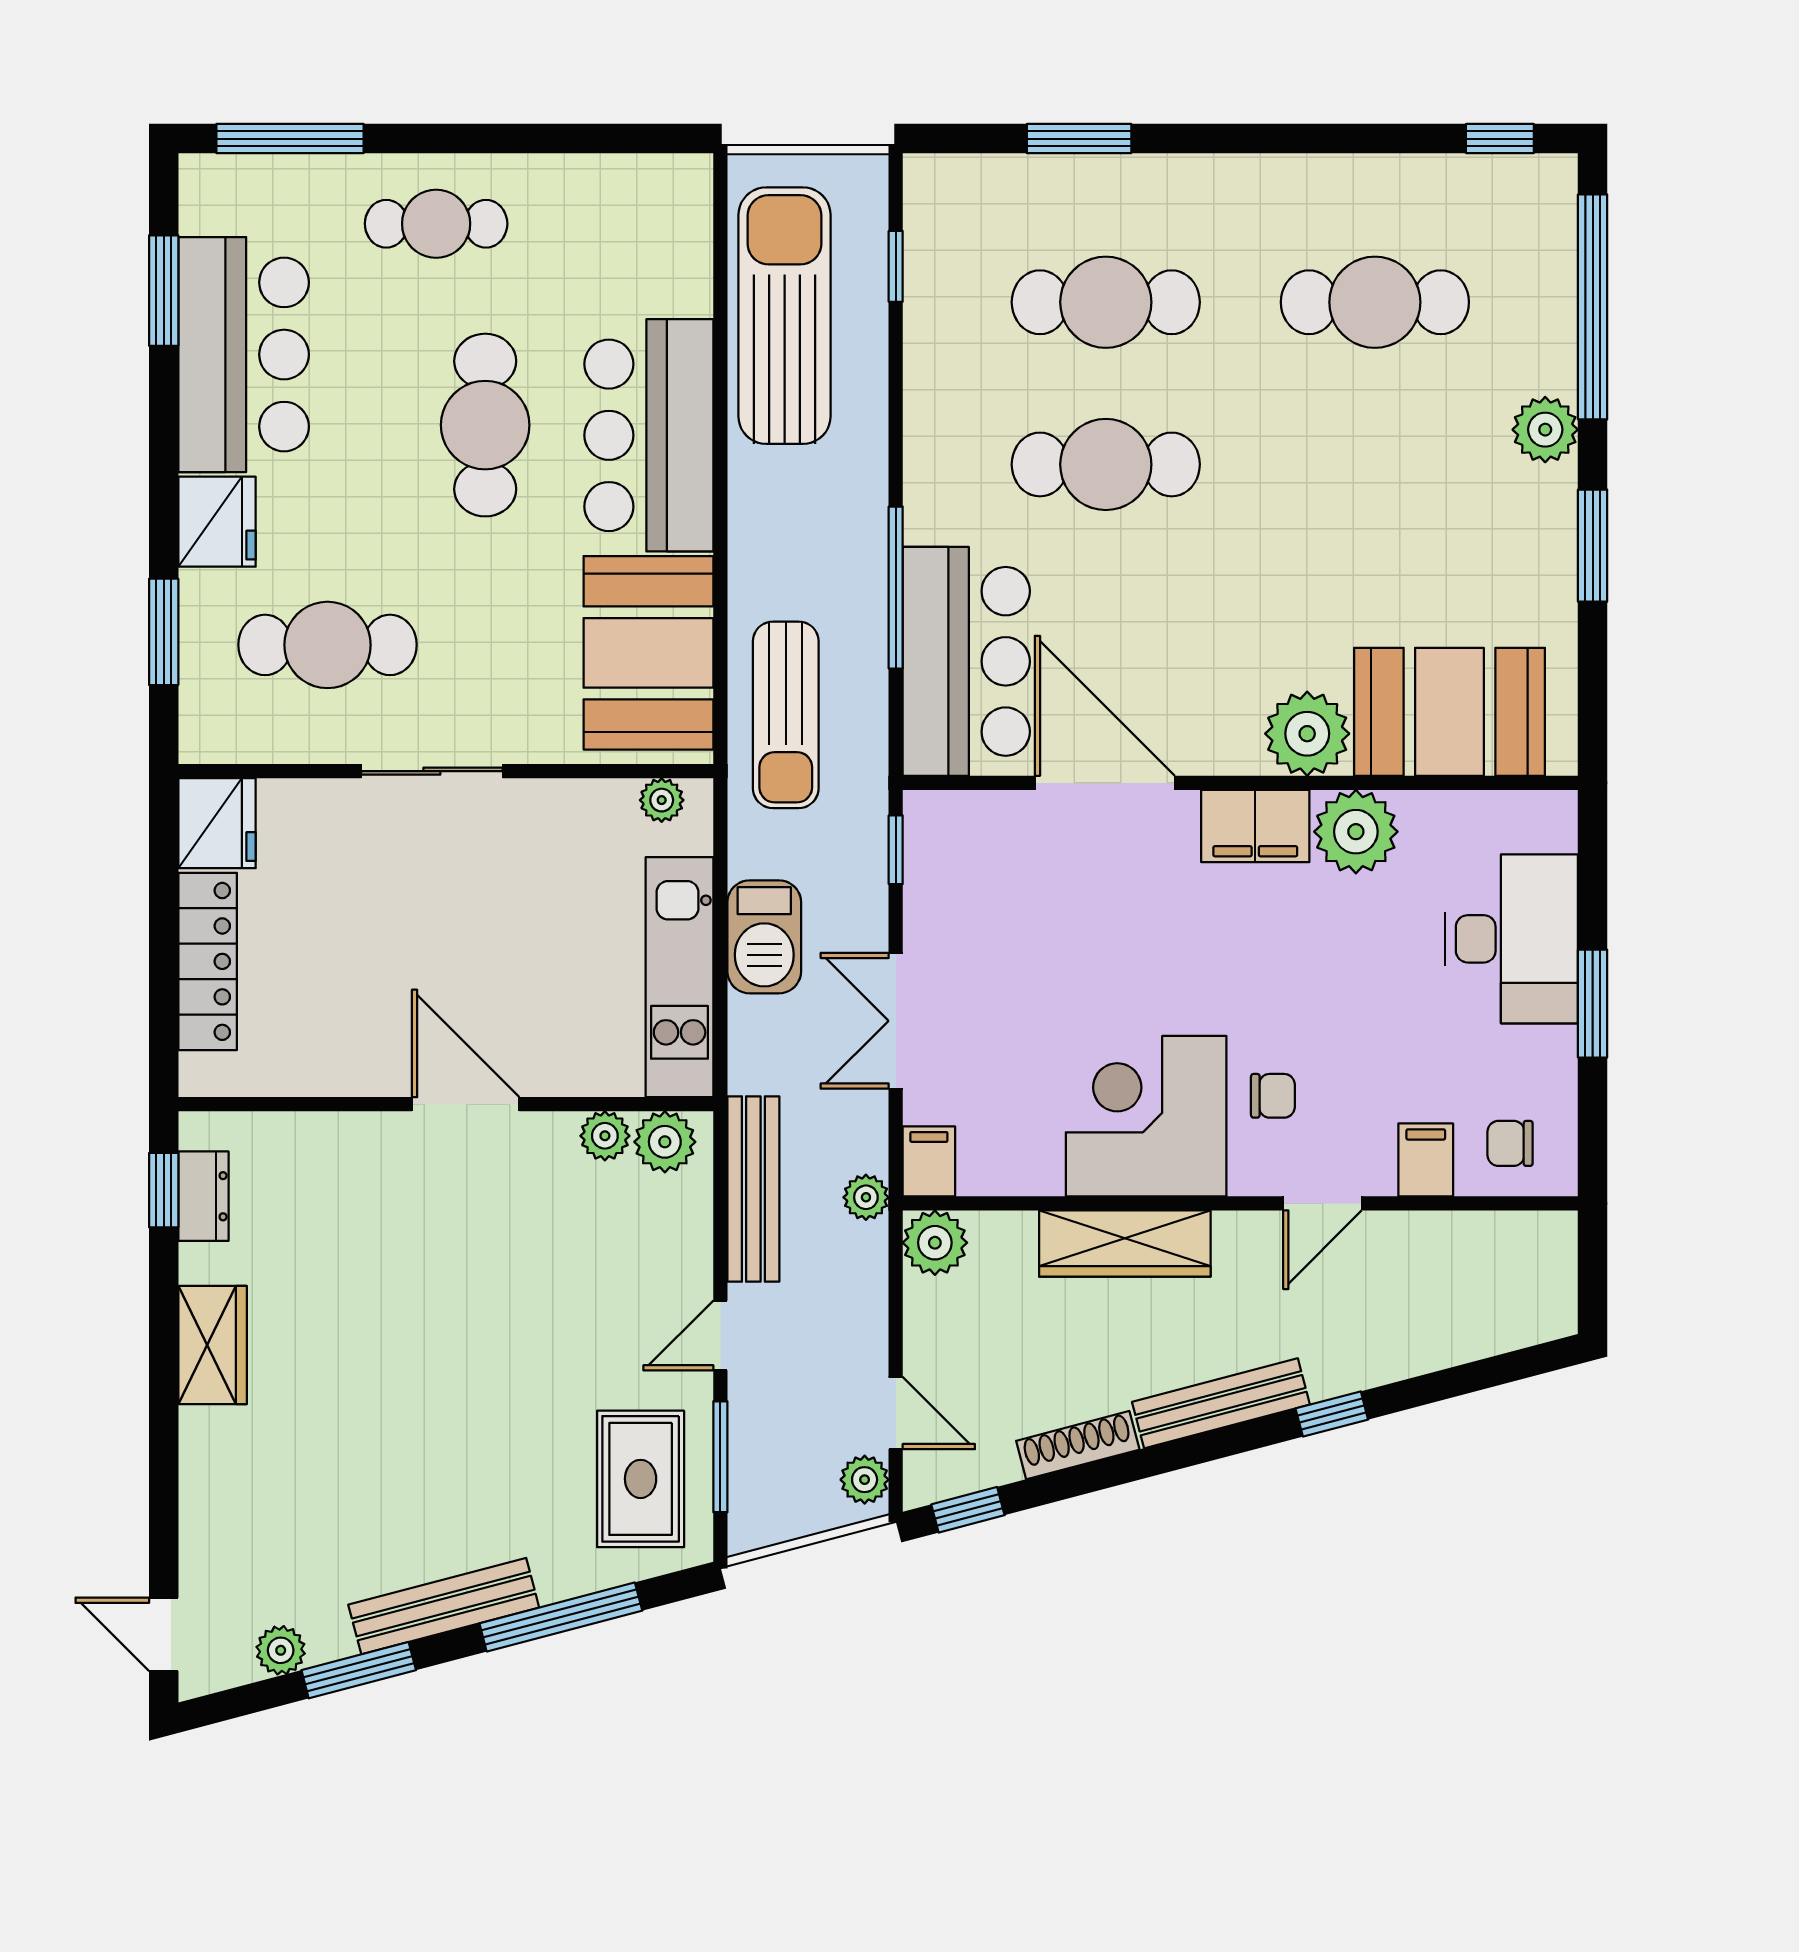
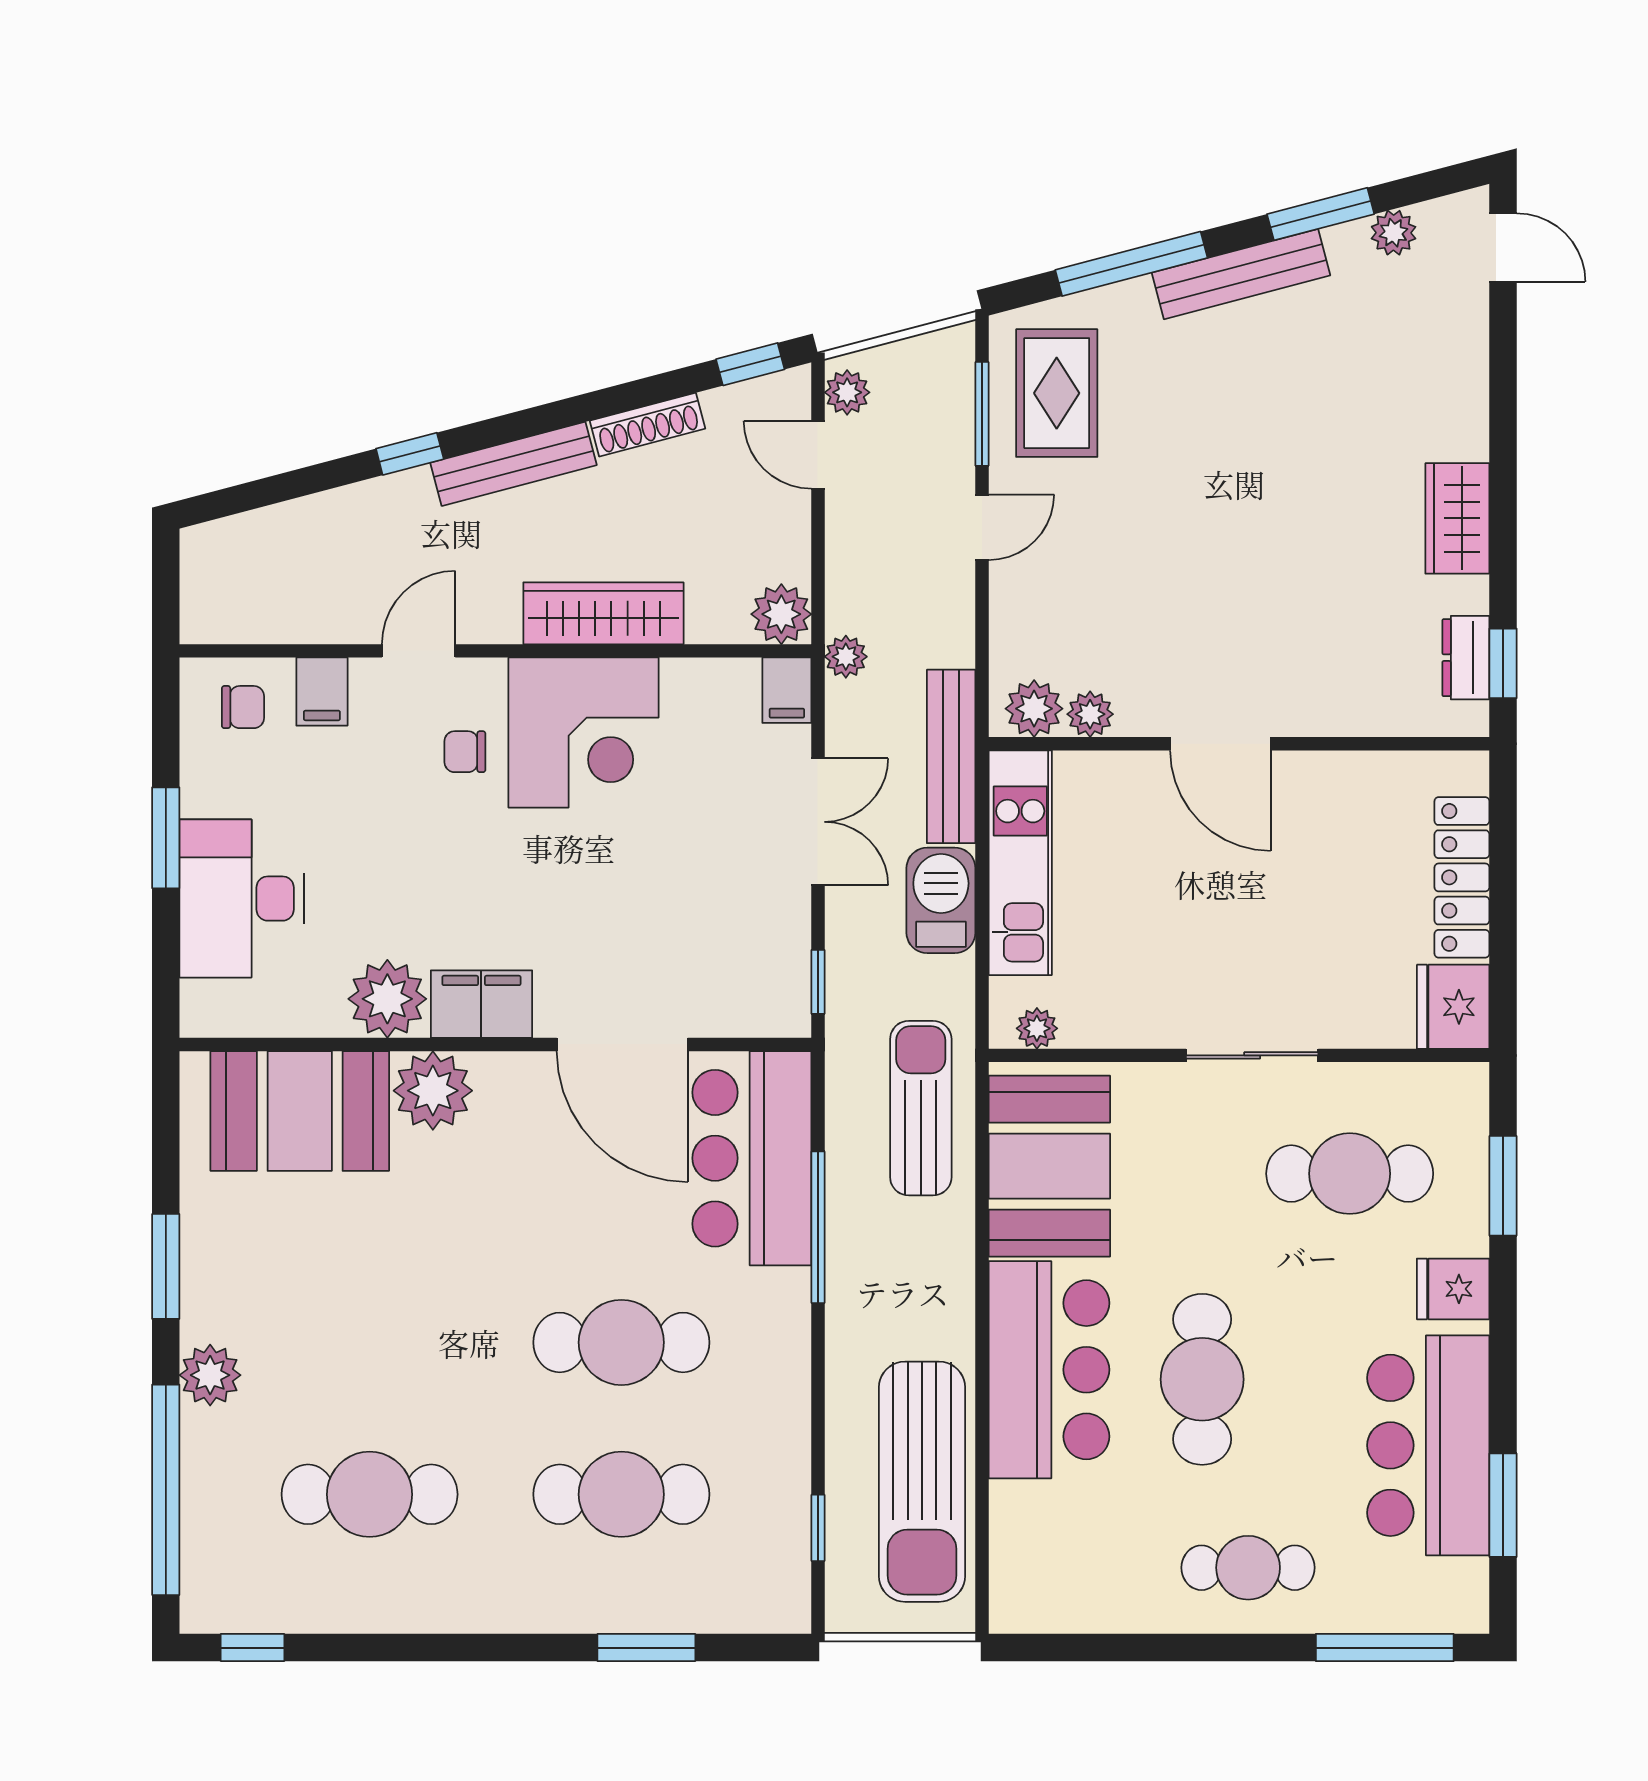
fridge: (217, 522) -> (1453, 1289), width x0.72
bench: (753, 1189) -> (951, 756), moved

